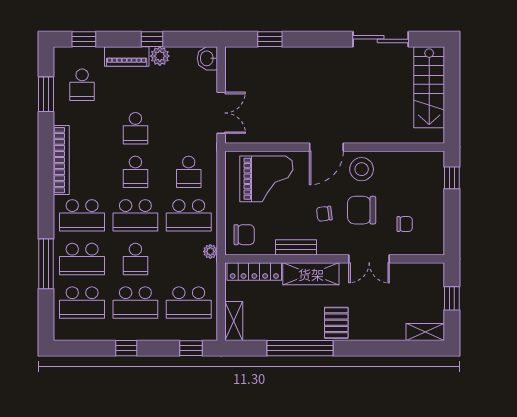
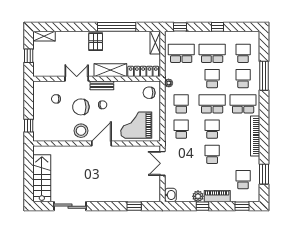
chair: (362, 210) -> (81, 107), turned 180
school desk: (189, 215) -> (181, 104), width x0.54
bench: (296, 247) -> (102, 85), moved
school desk: (82, 259) -> (243, 79), width x0.54
school desk: (82, 303) -> (243, 53), width x0.54

